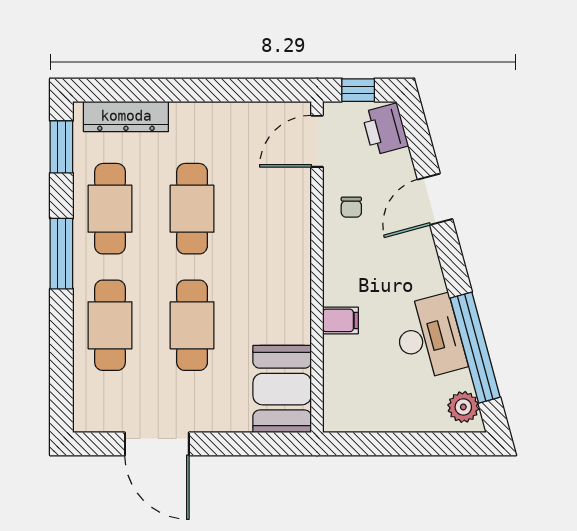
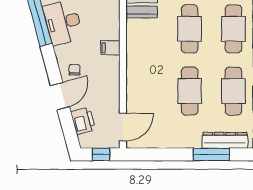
window: (151, 90) -> (211, 154), added
printer: (385, 129) -> (83, 121), moved
chair: (351, 207) -> (74, 70), moved
filing cabinet: (340, 320) -> (110, 48), moved

